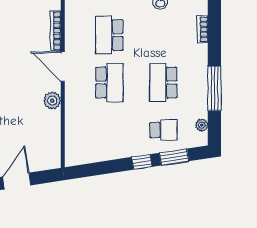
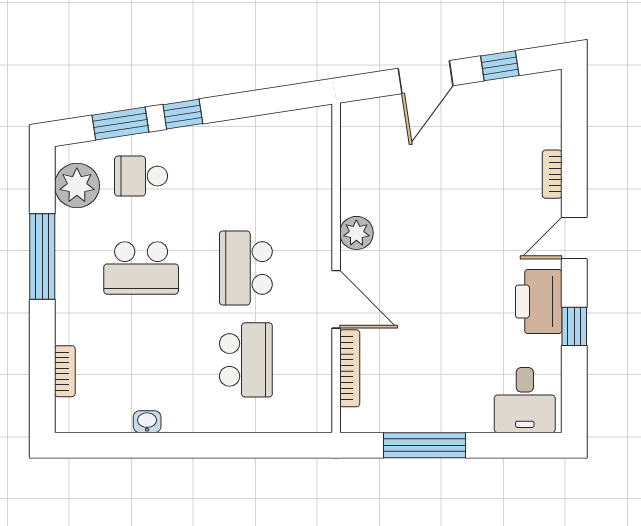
school desk: (163, 83) -> (141, 268), turned 90
plant: (202, 125) -> (77, 186), width x1.88, depth x1.88

